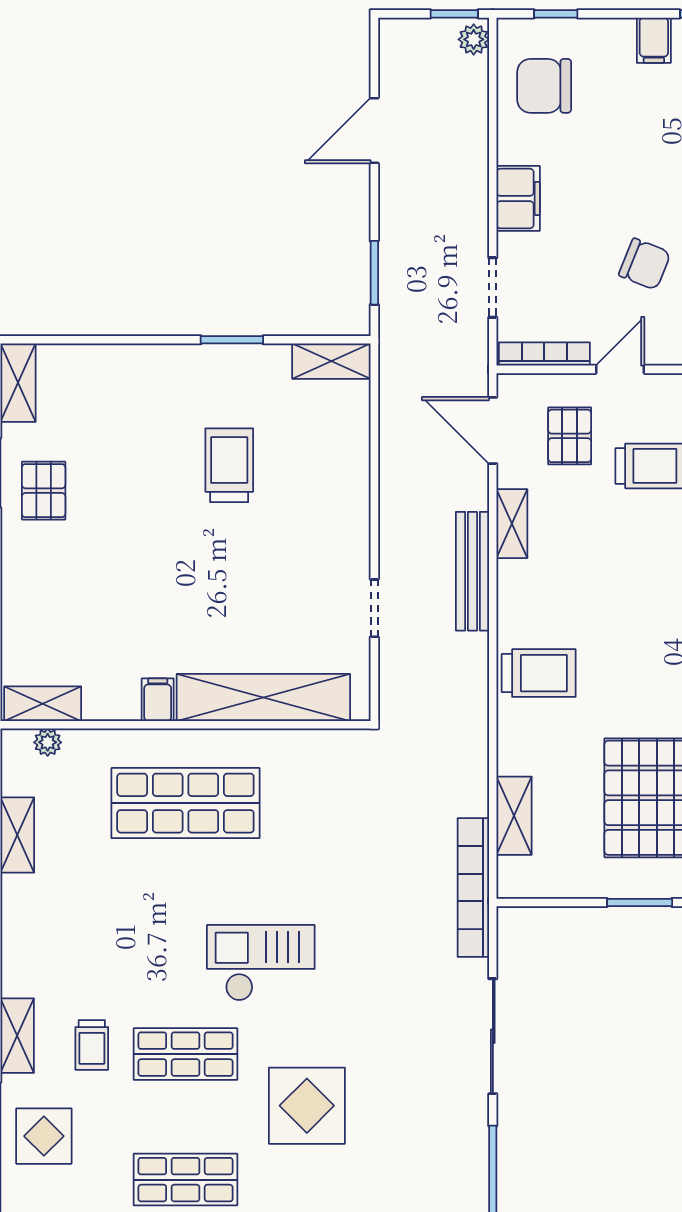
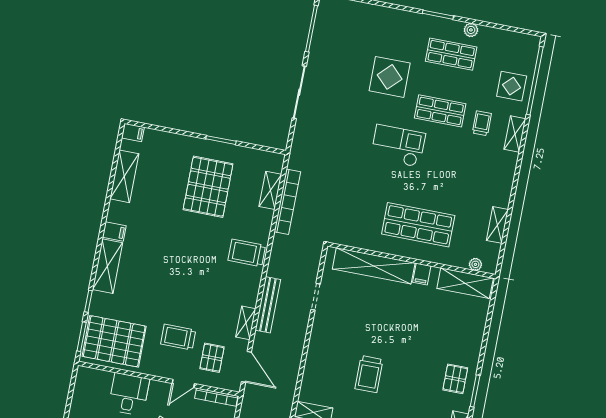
shelving: (43, 704) -> (465, 283), width x1.50, depth x1.33
bookcase: (473, 887) -> (287, 202), moved
checkout: (261, 963) -> (398, 146), turned 180

